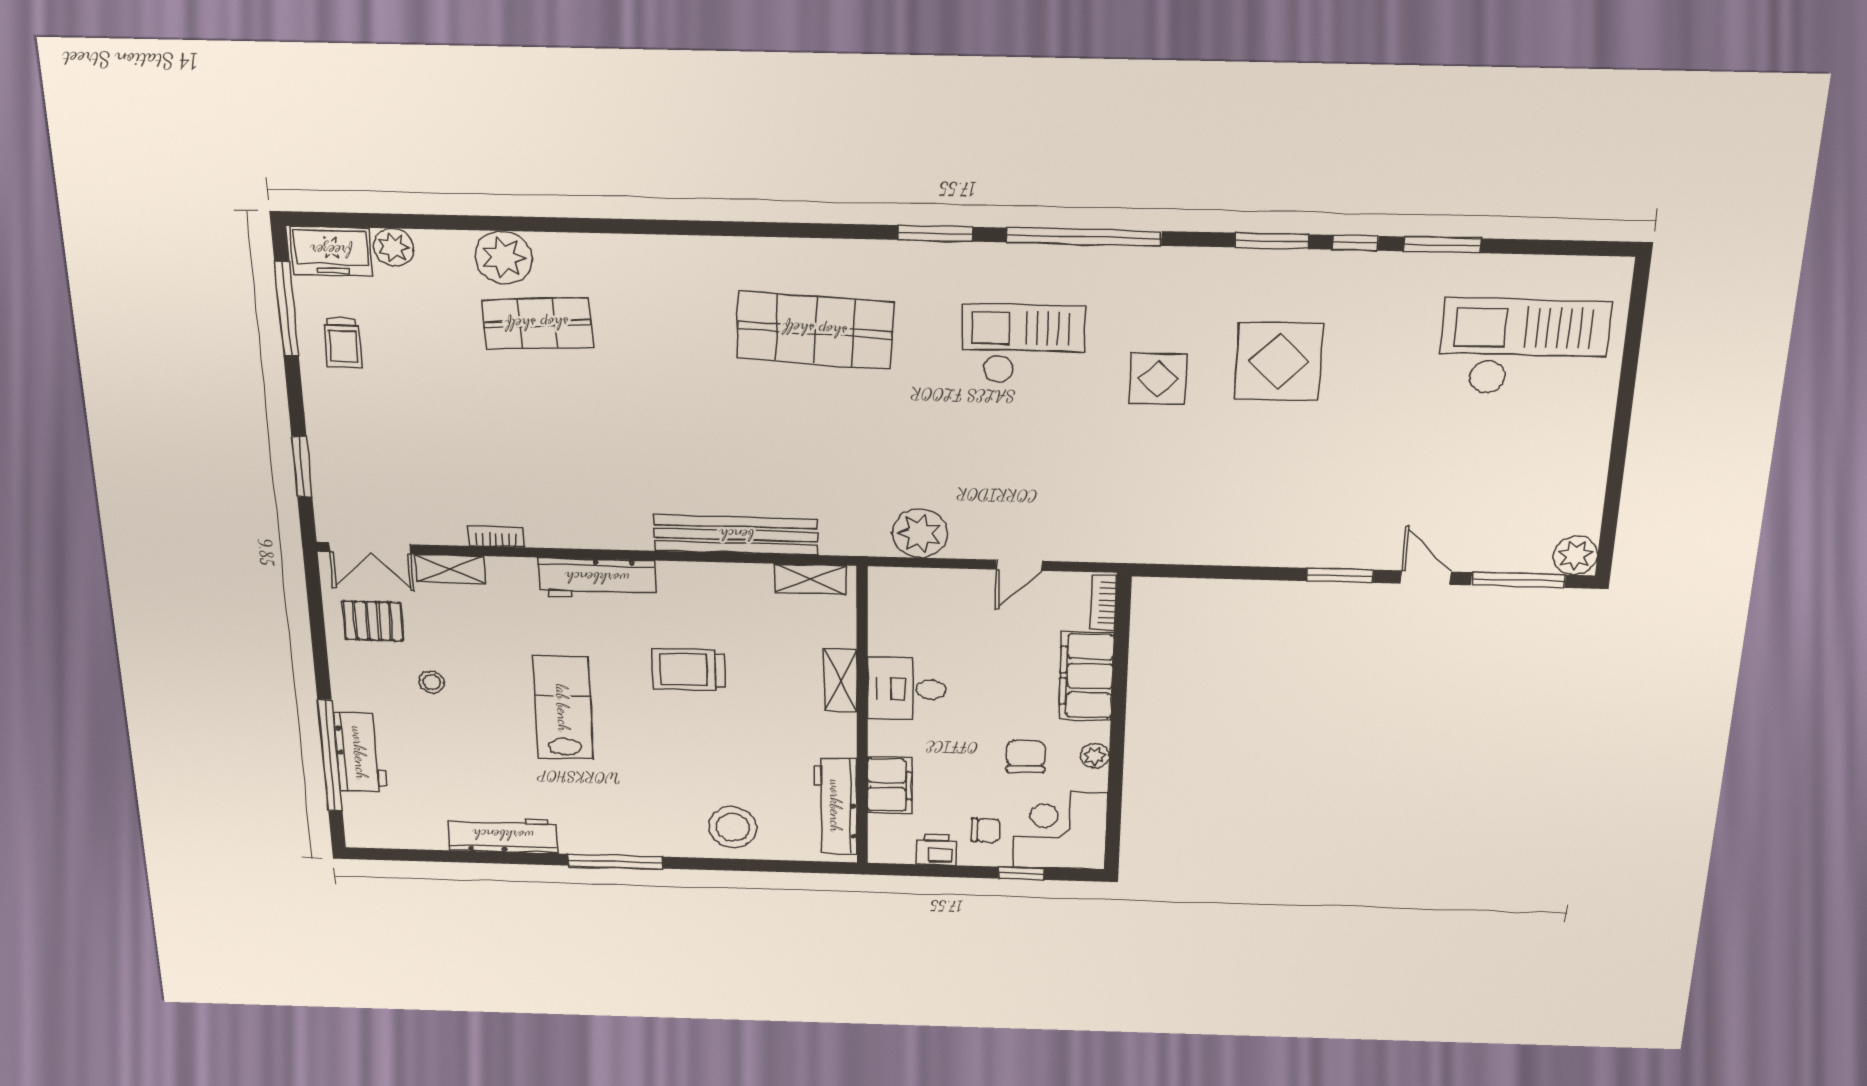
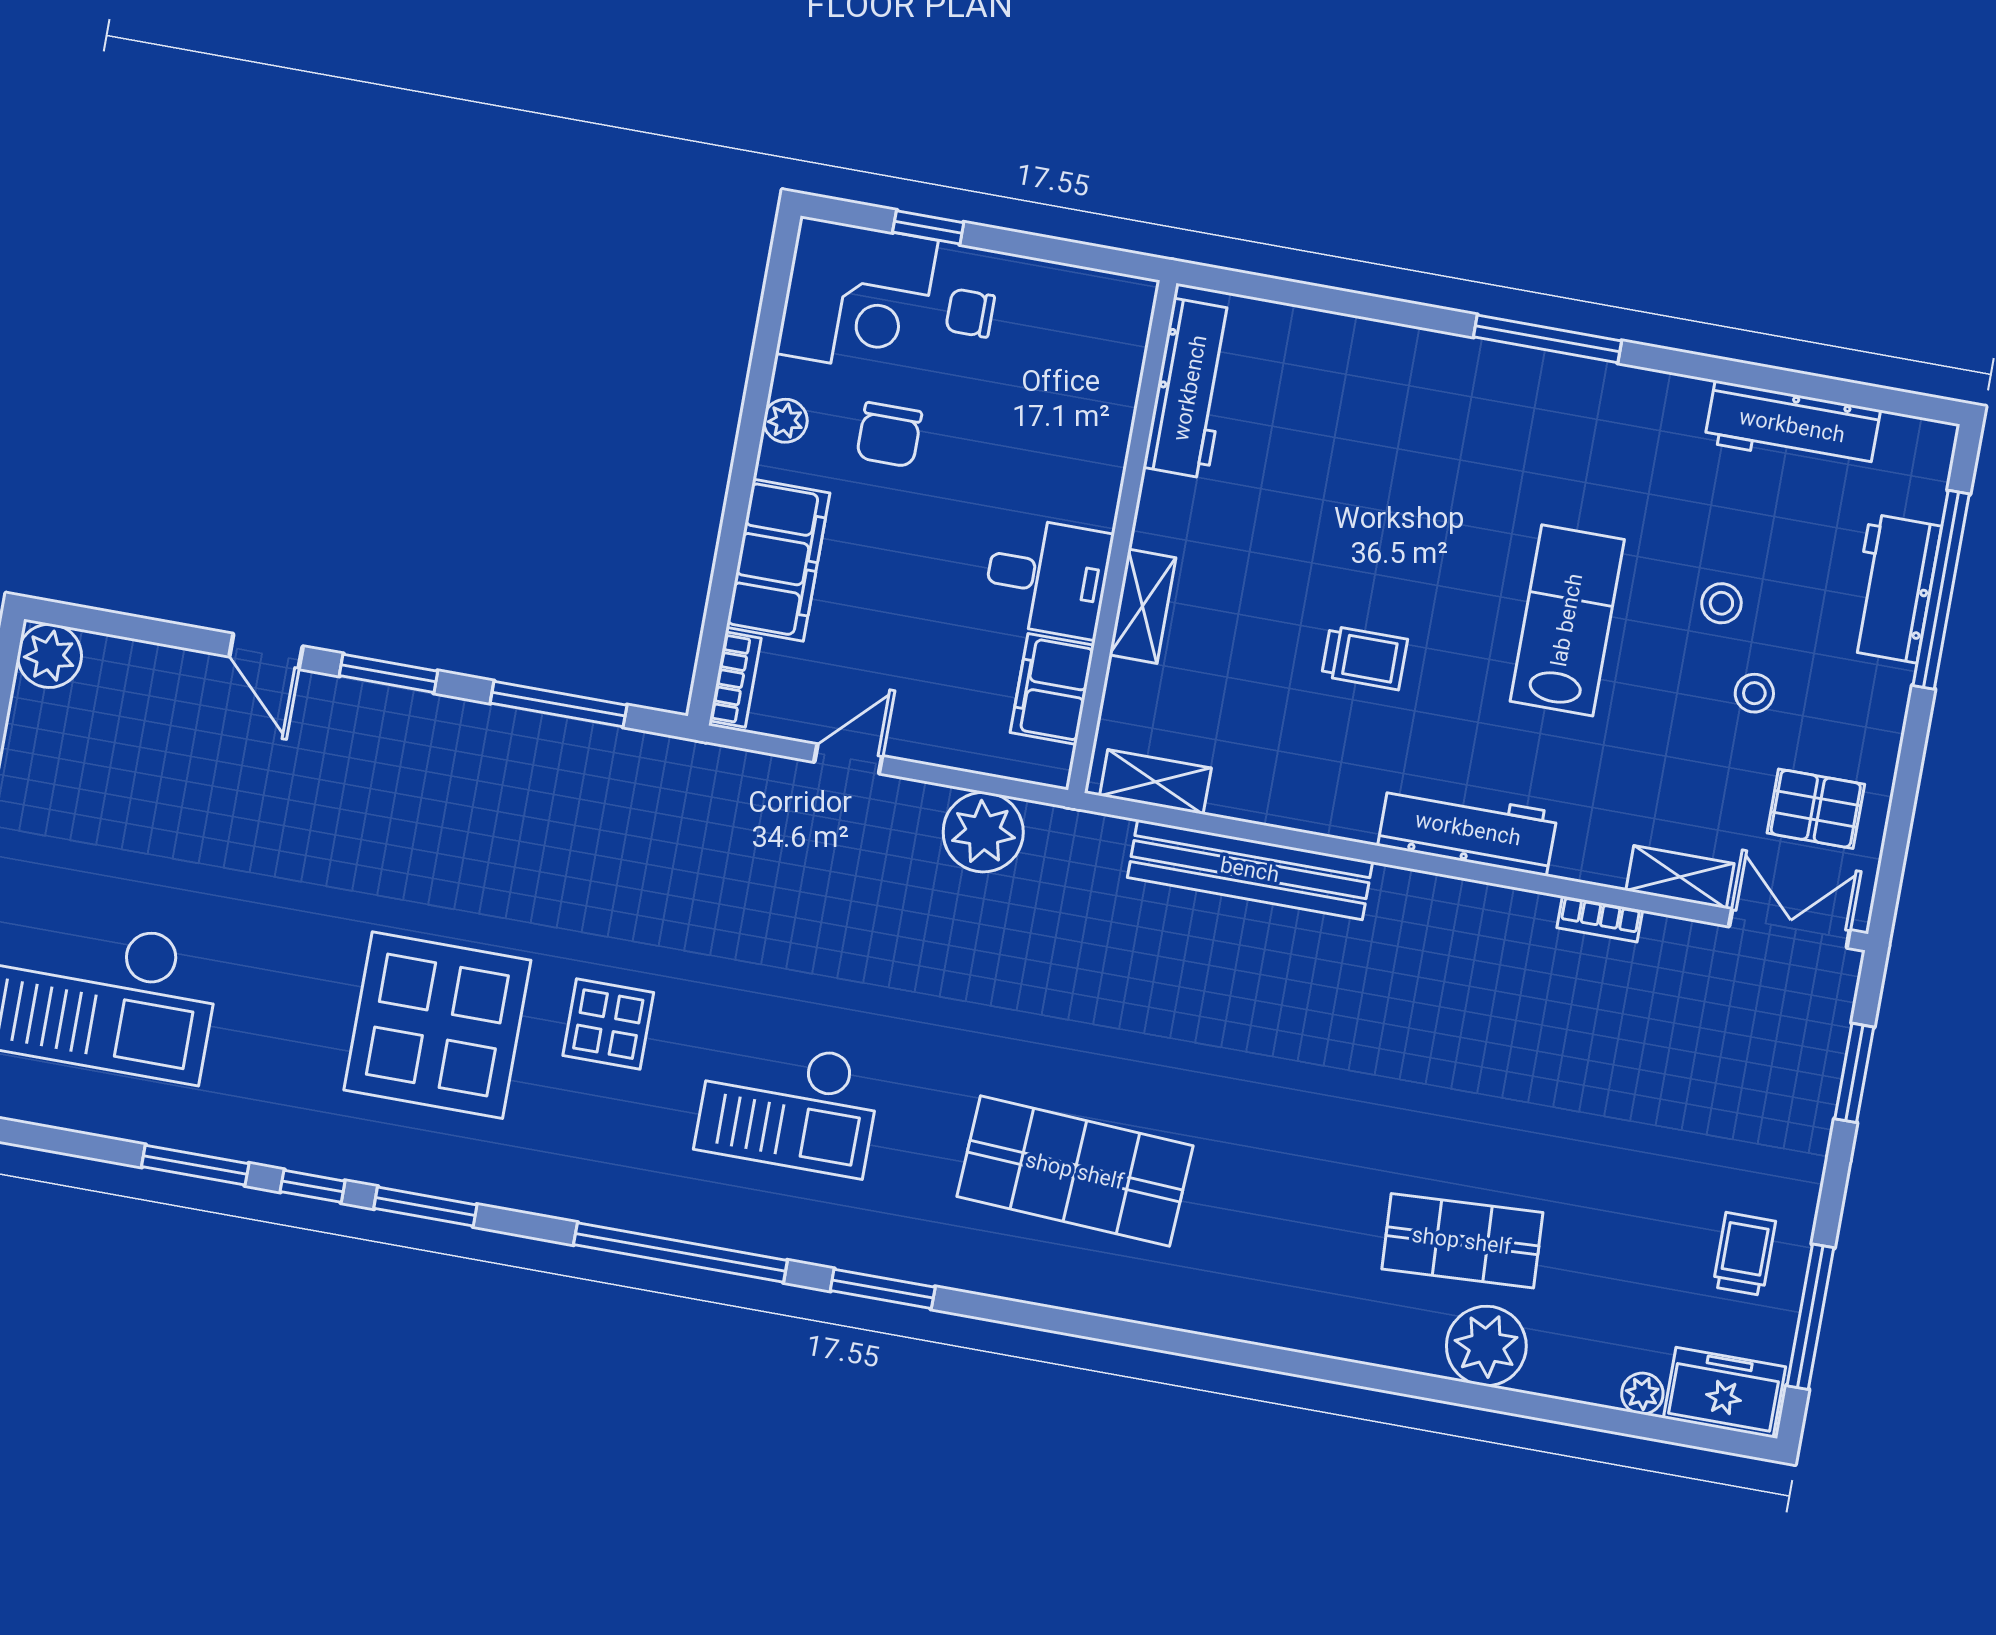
plant: (393, 247) -> (1642, 1394), width x0.73, depth x0.73
display table: (1279, 361) -> (437, 1025), width x1.36, depth x1.36
window: (1518, 580) -> (559, 704), moved
trolley: (689, 670) -> (1365, 658), width x0.73, depth x0.72
lab bench: (563, 708) -> (1567, 620), turned 180
filing cabinet: (890, 785) -> (1052, 689), moved
stool: (733, 827) -> (1721, 603), moved, width x0.53, depth x0.53
workbench: (503, 835) -> (1792, 426), moved
printer: (937, 850) -> (1050, 289), removed

